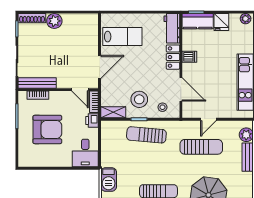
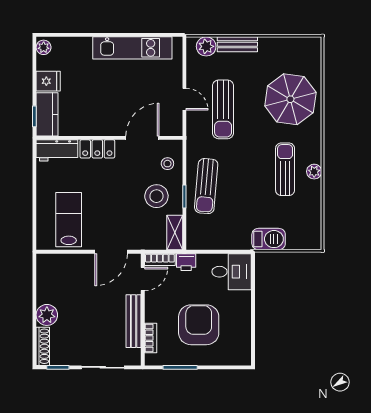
dishwasher: (189, 57) -> (97, 126), removed
door: (100, 67) -> (111, 252), swing flipped
bench: (37, 83) -> (134, 321), moved
sun lounger: (201, 147) -> (223, 109), turned 180

